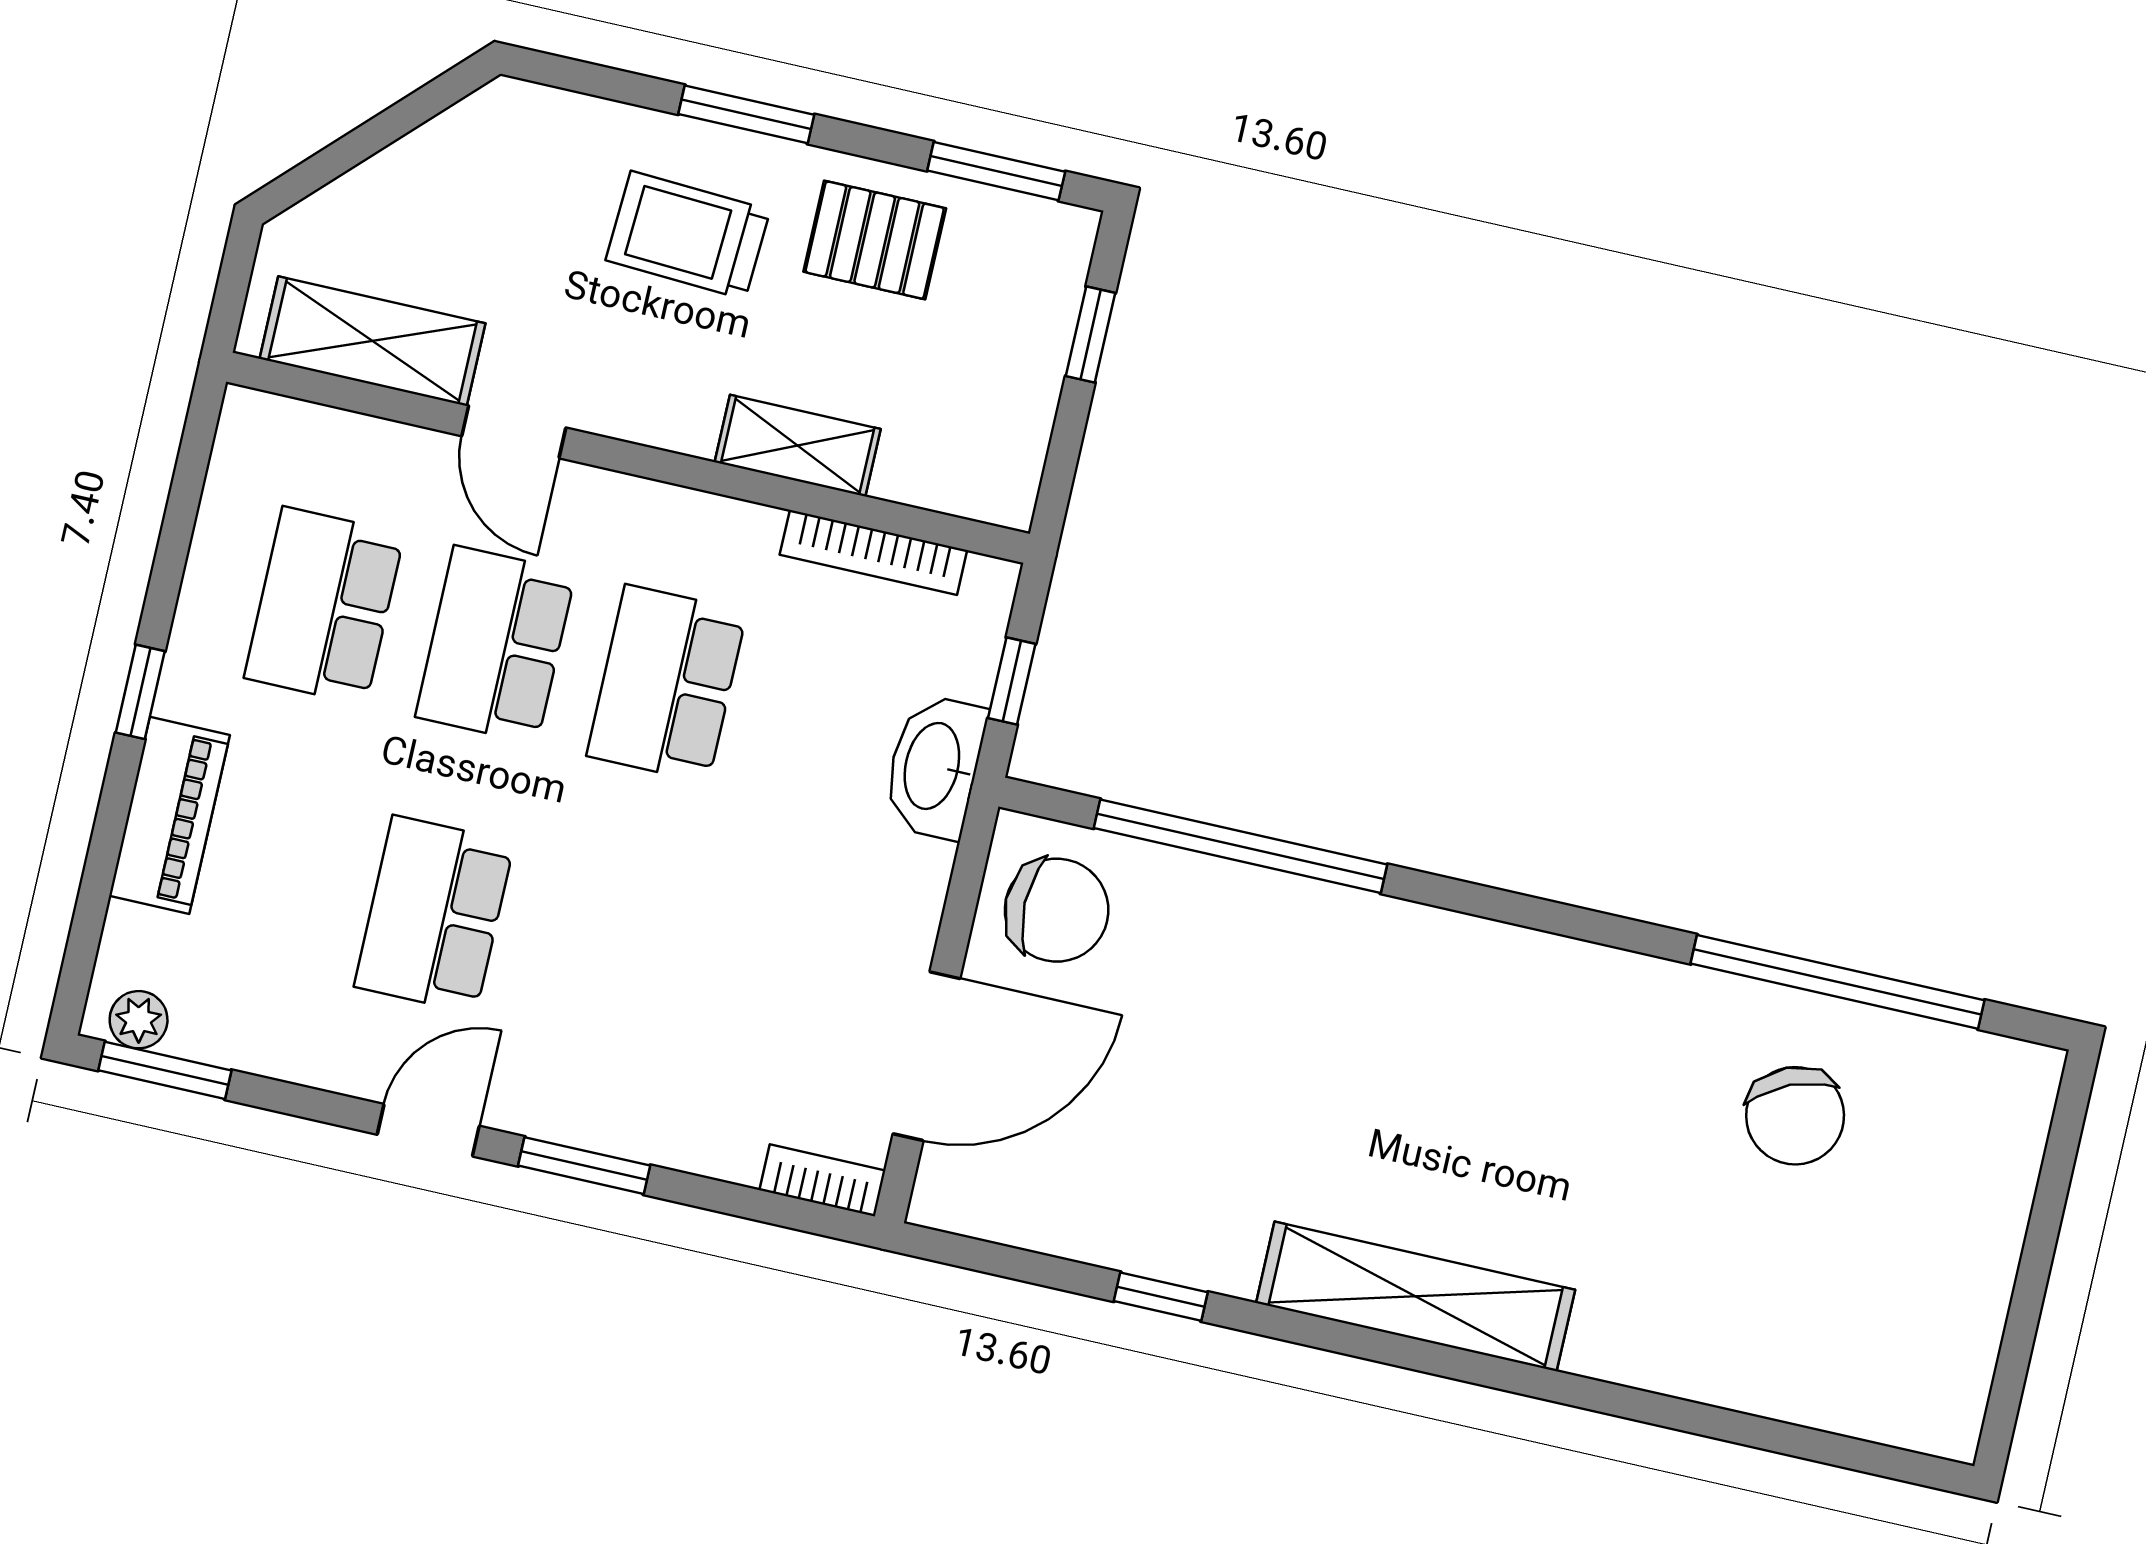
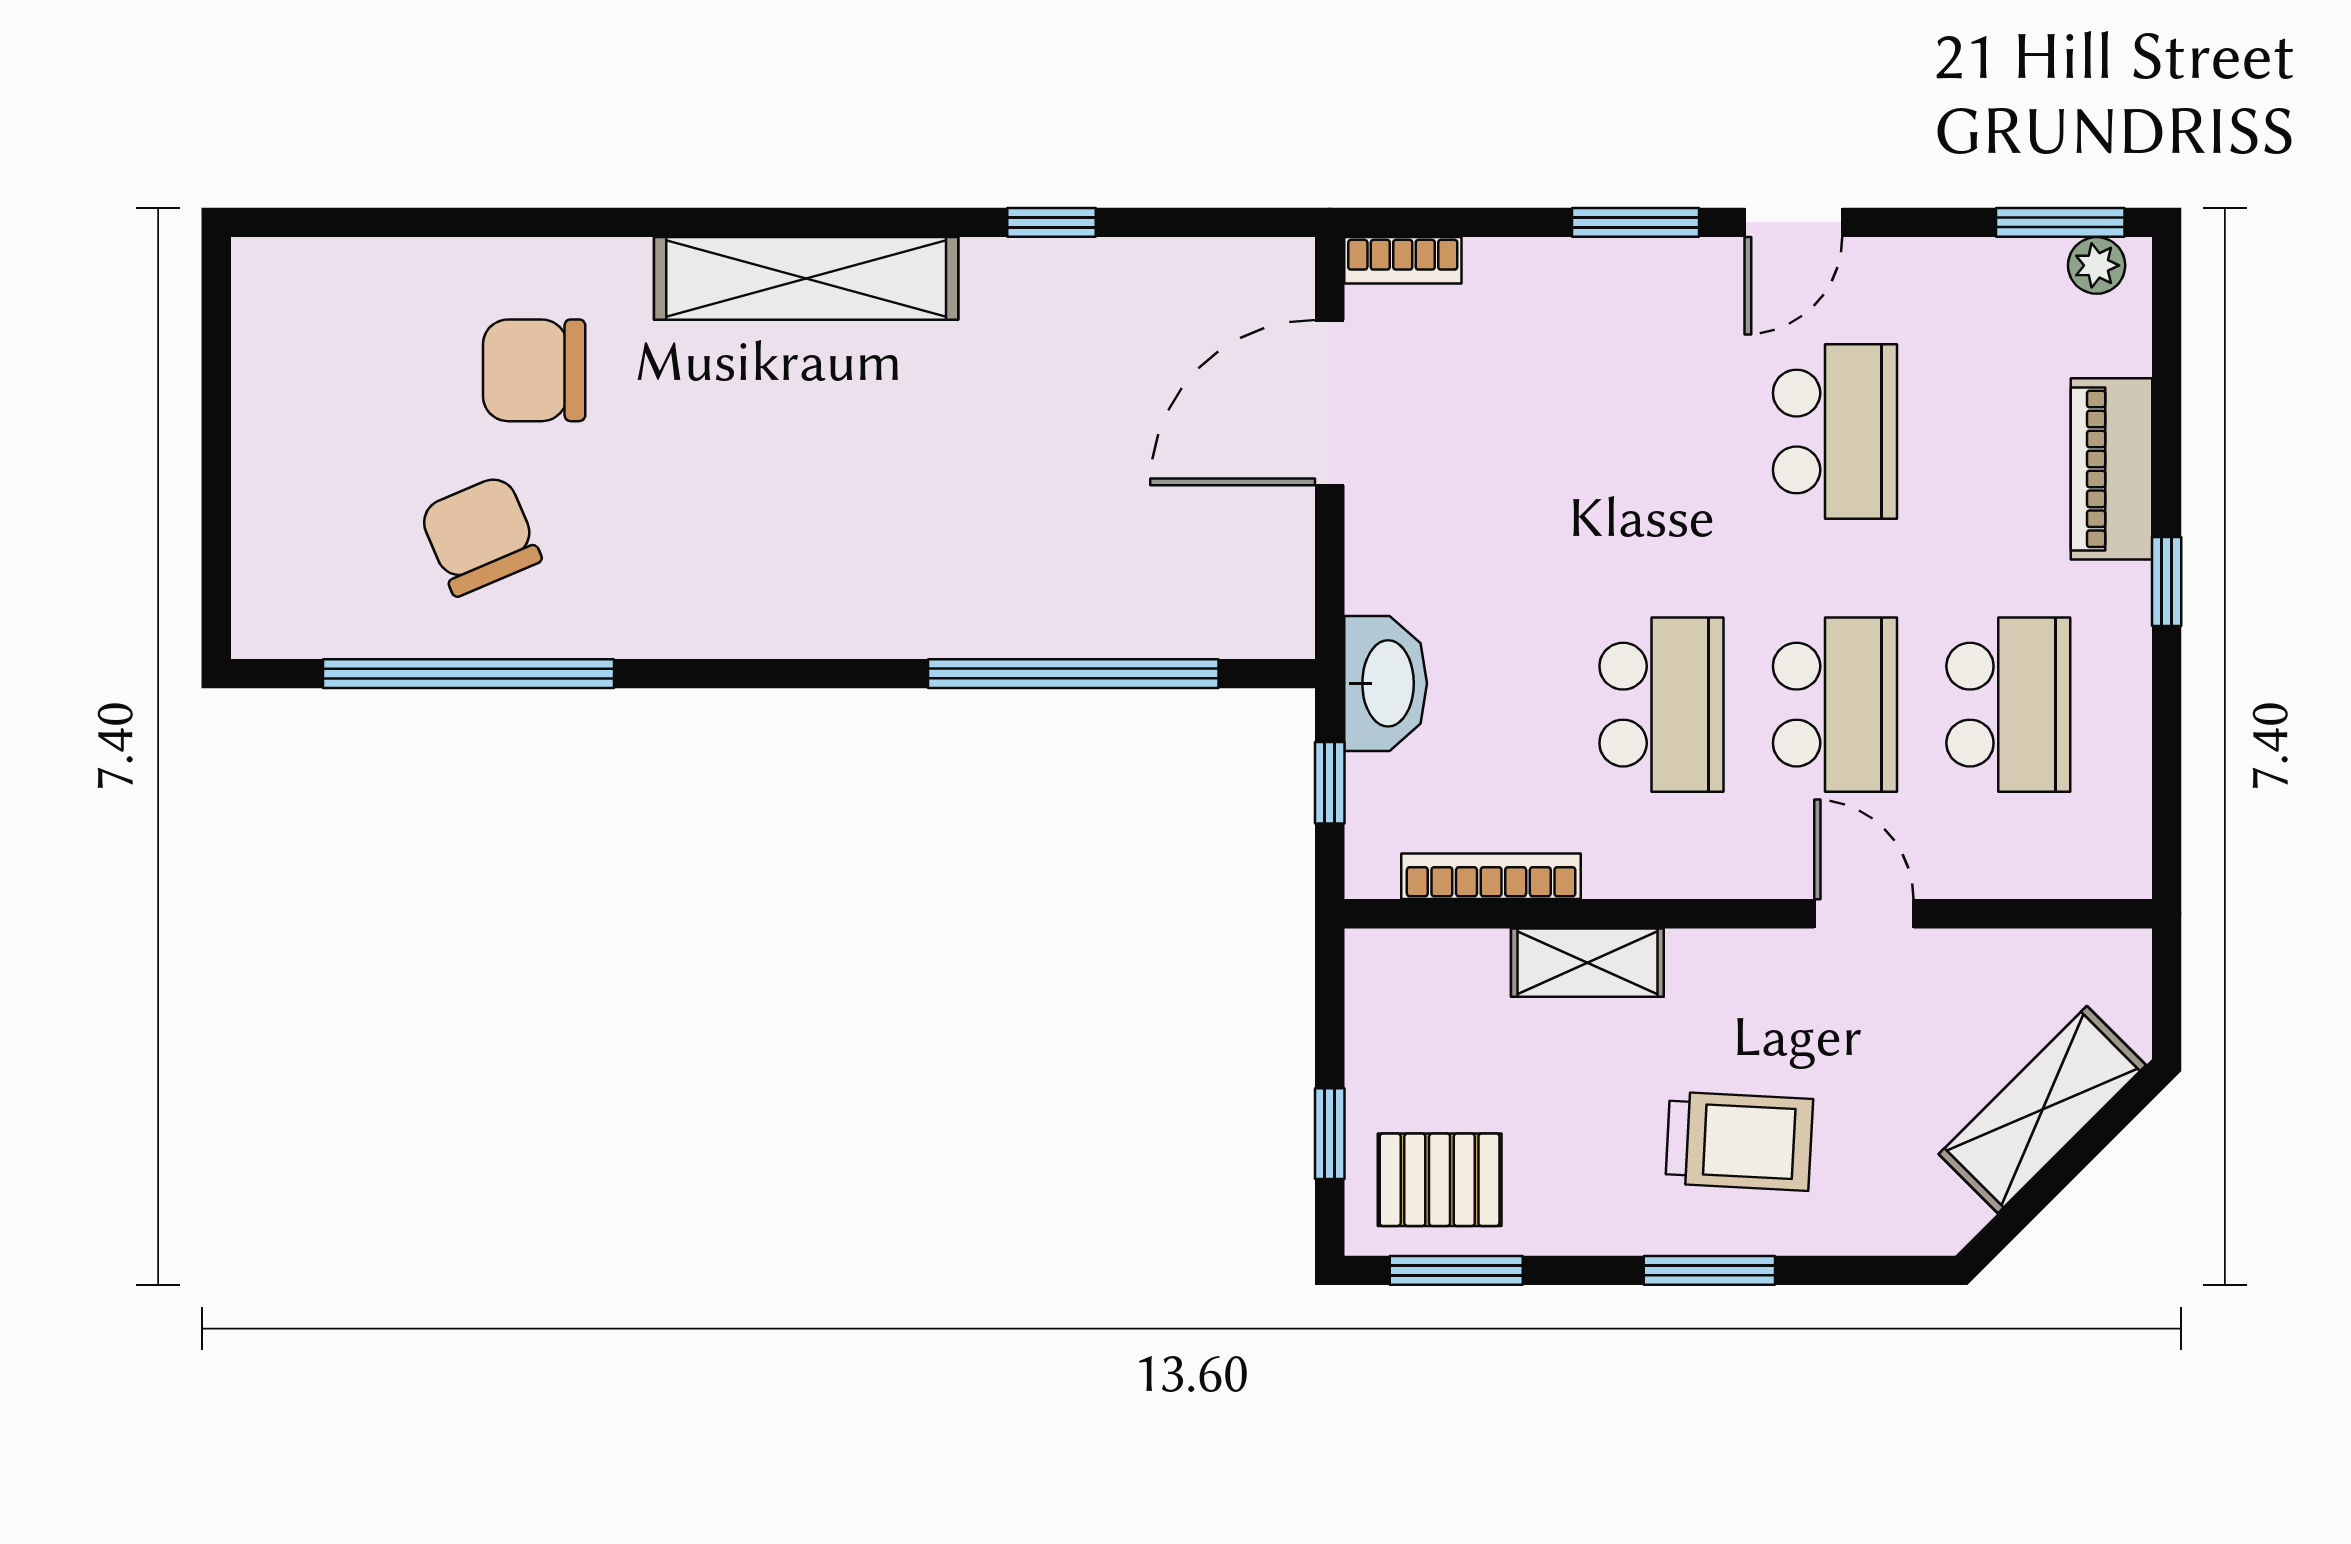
pallet: (875, 240) -> (1440, 1180), moved
shelving: (373, 341) -> (2042, 1110), moved, turned -45
chair: (1057, 910) -> (534, 370), moved

